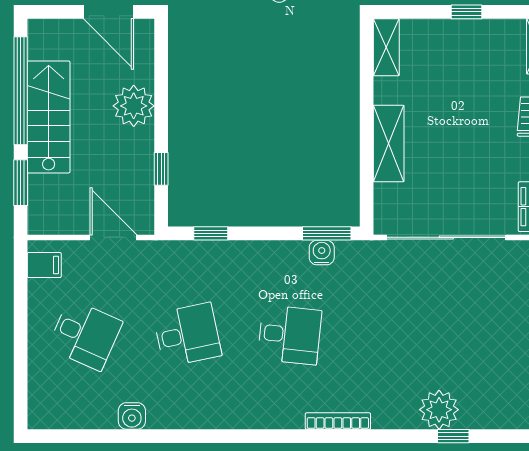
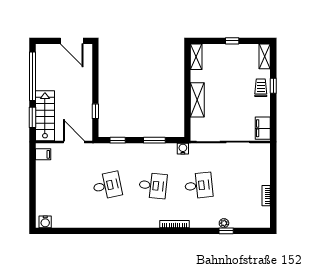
plant: (134, 106) -> (83, 83), removed
stairs: (49, 117) -> (45, 116), moved
window: (327, 233) -> (154, 140), moved
water cooler: (322, 253) -> (183, 149), moved
desk: (85, 335) -> (199, 186), moved, turned -30
plant: (439, 410) -> (224, 223), width x0.53, depth x0.53
water cooler: (132, 416) -> (45, 222), moved

